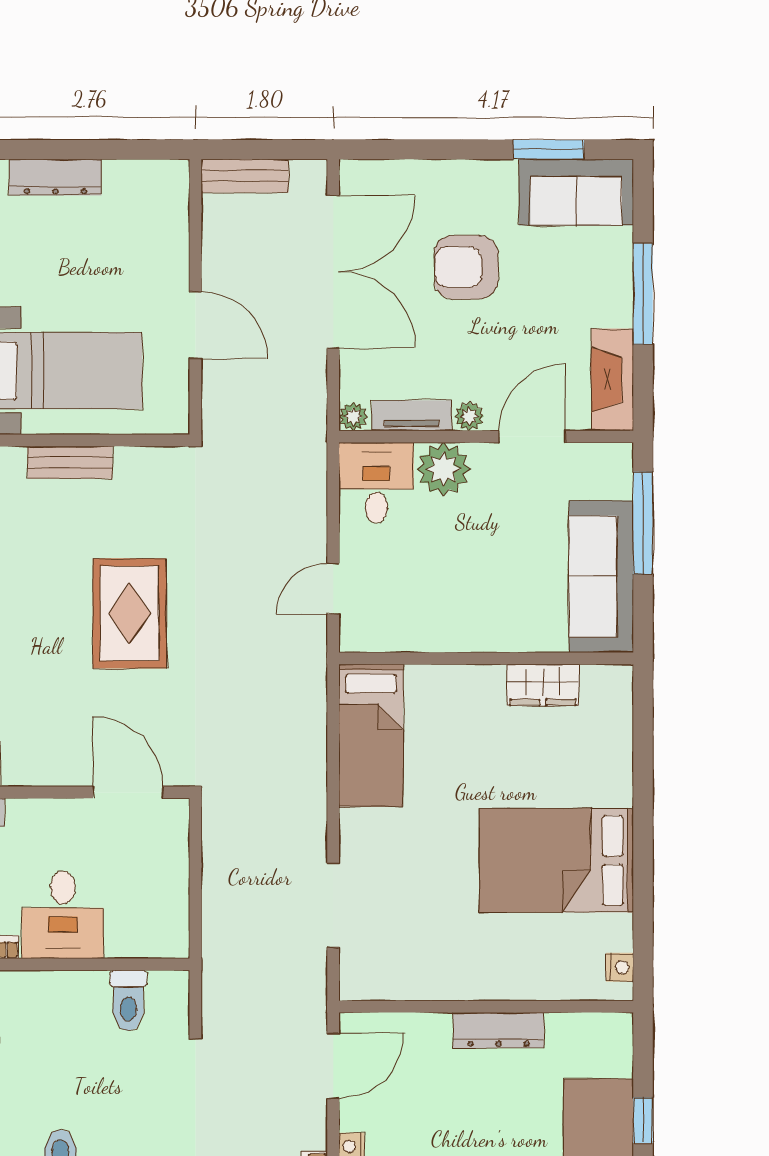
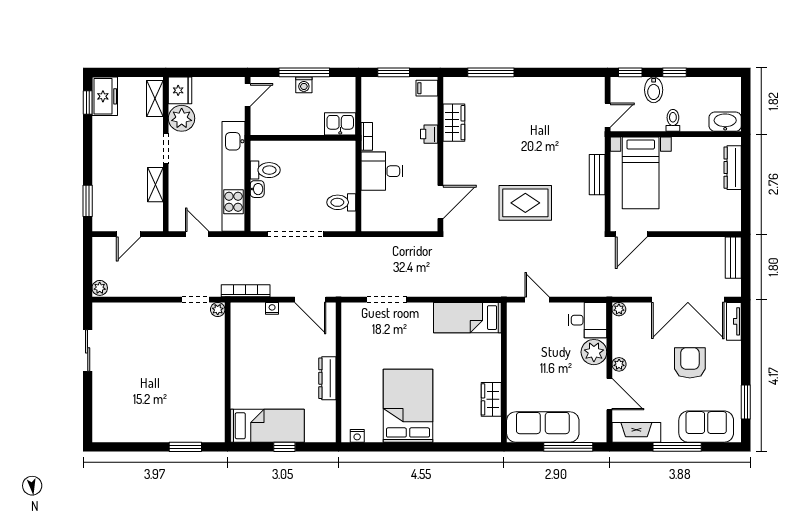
sofa: (576, 192) -> (706, 427), moved, turned 90
door: (195, 325) -> (631, 234), moved
tv unit: (412, 416) -> (734, 321), moved, turned 180

